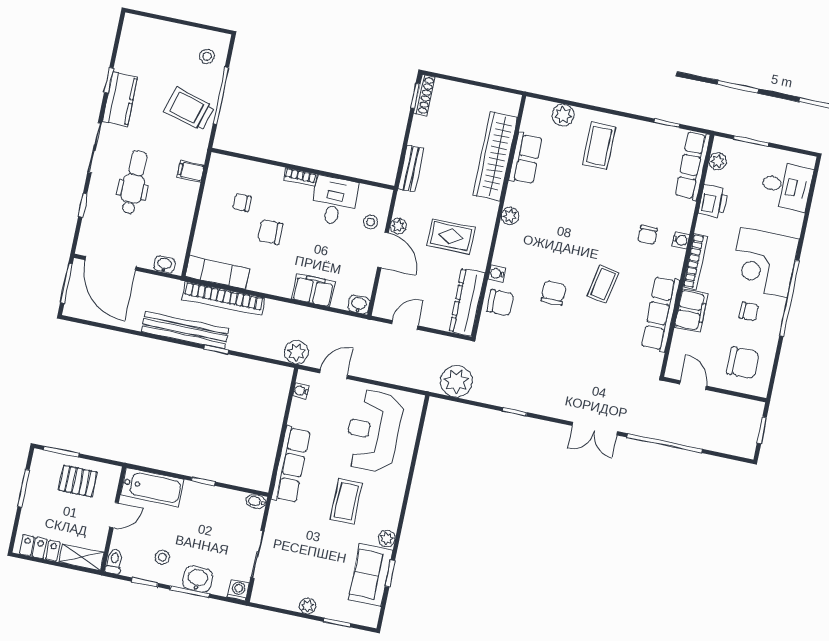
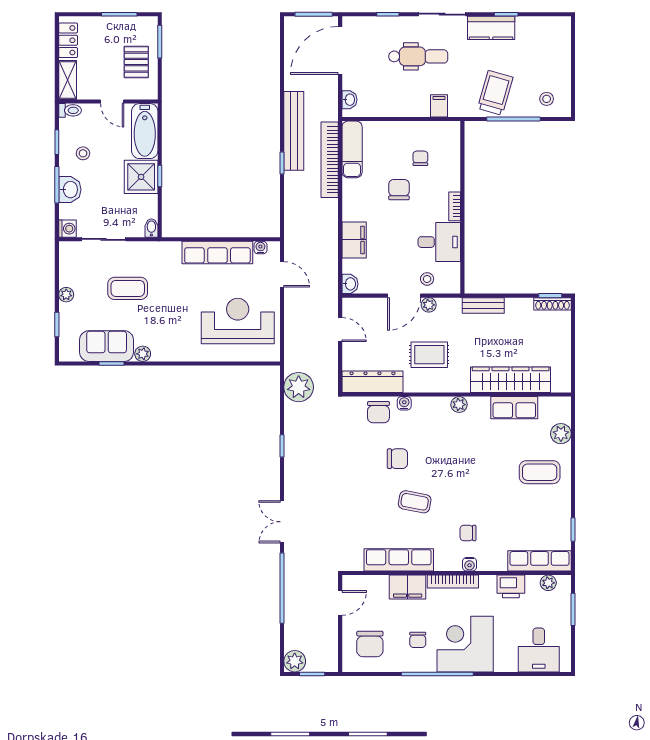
rug: (451, 236) -> (429, 355), turned 90
plant: (296, 352) -> (295, 661), moved
row of seats: (291, 465) -> (217, 253), moved
shower: (200, 501) -> (141, 177), added
coffee table: (346, 501) -> (128, 288), moved

